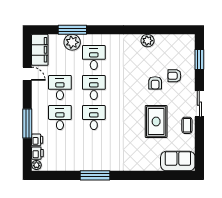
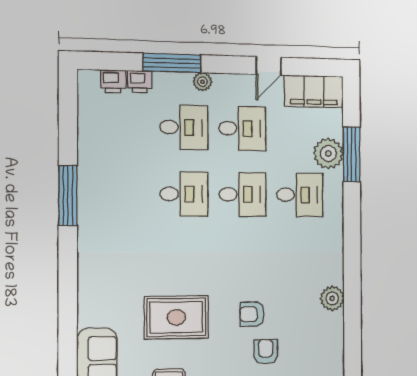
plant: (36, 165) -> (202, 82), moved

